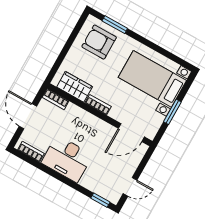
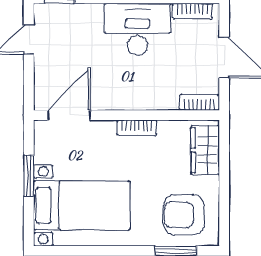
armchair: (99, 42) -> (184, 215), turned 180
wardrobe: (75, 87) -> (205, 150), moved, turned 90

